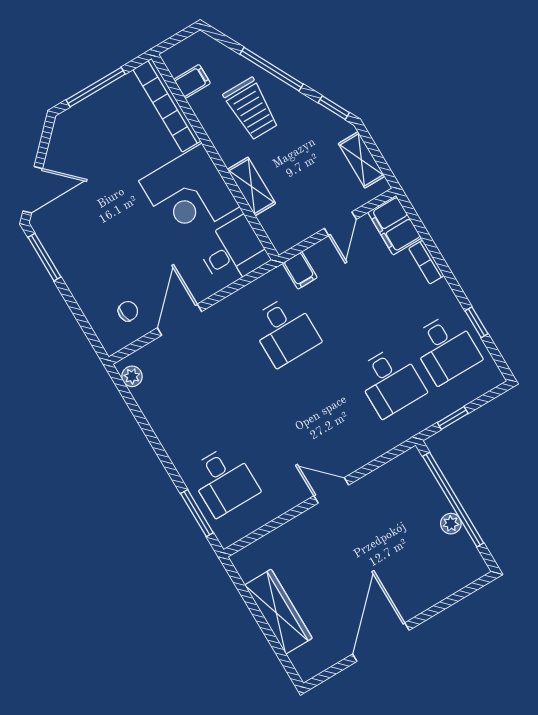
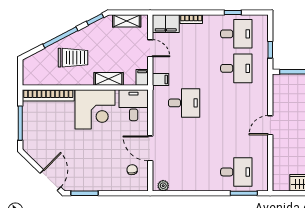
filing cabinet: (192, 81) -> (142, 77), moved

